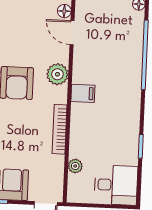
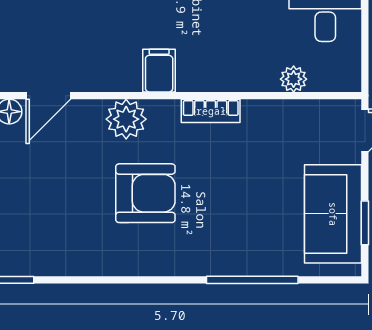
bookcase: (60, 129) -> (211, 111), width x0.64

